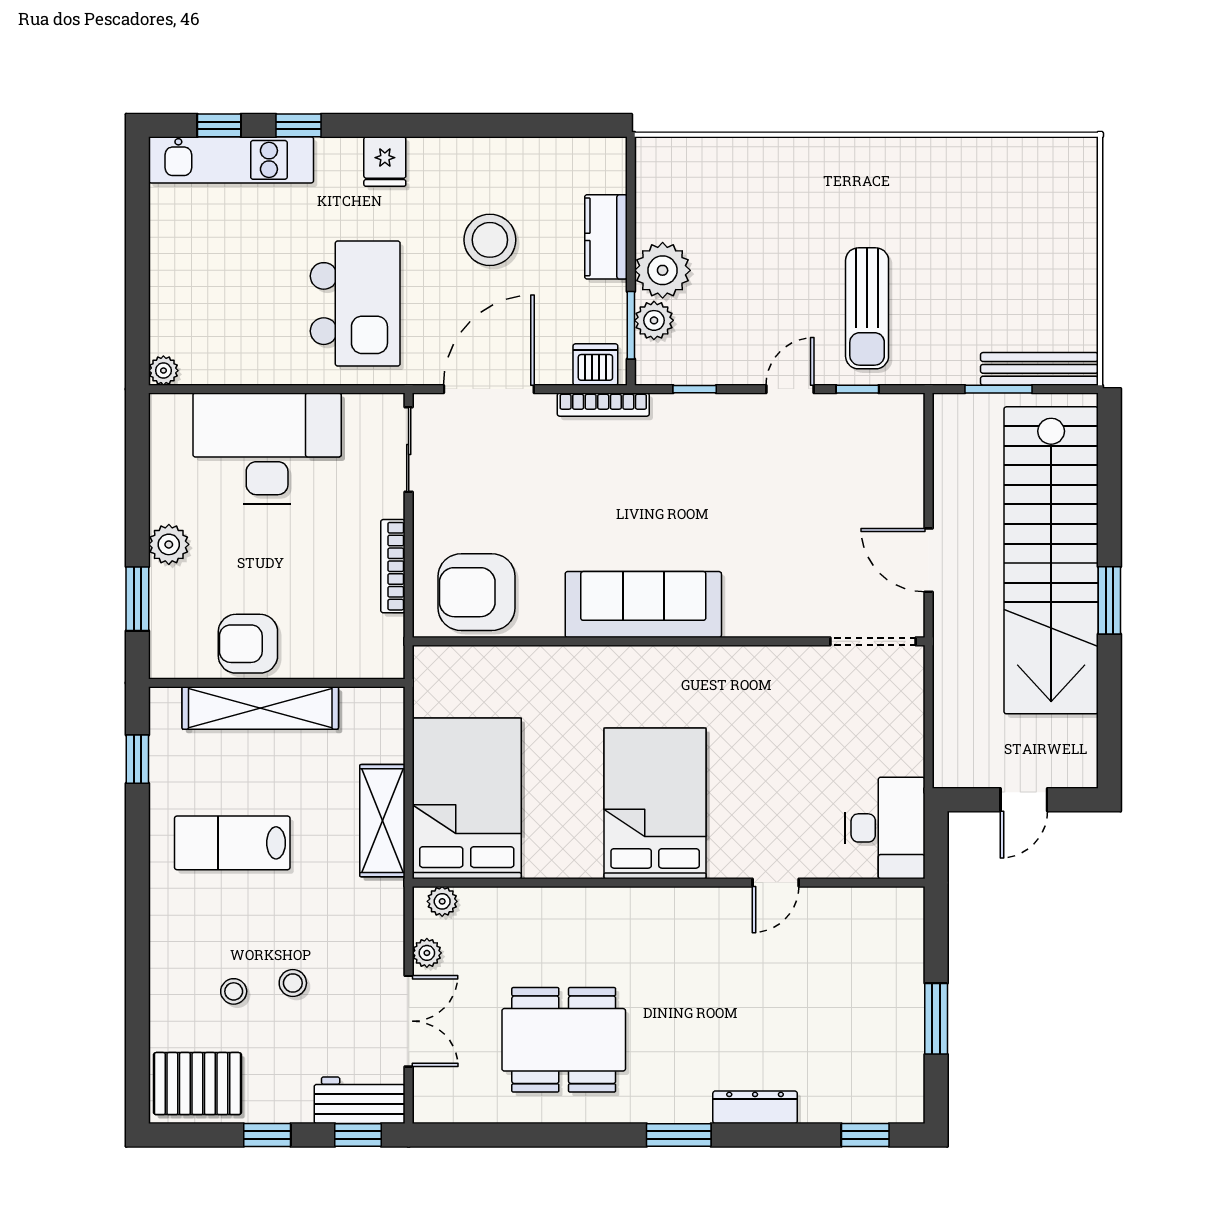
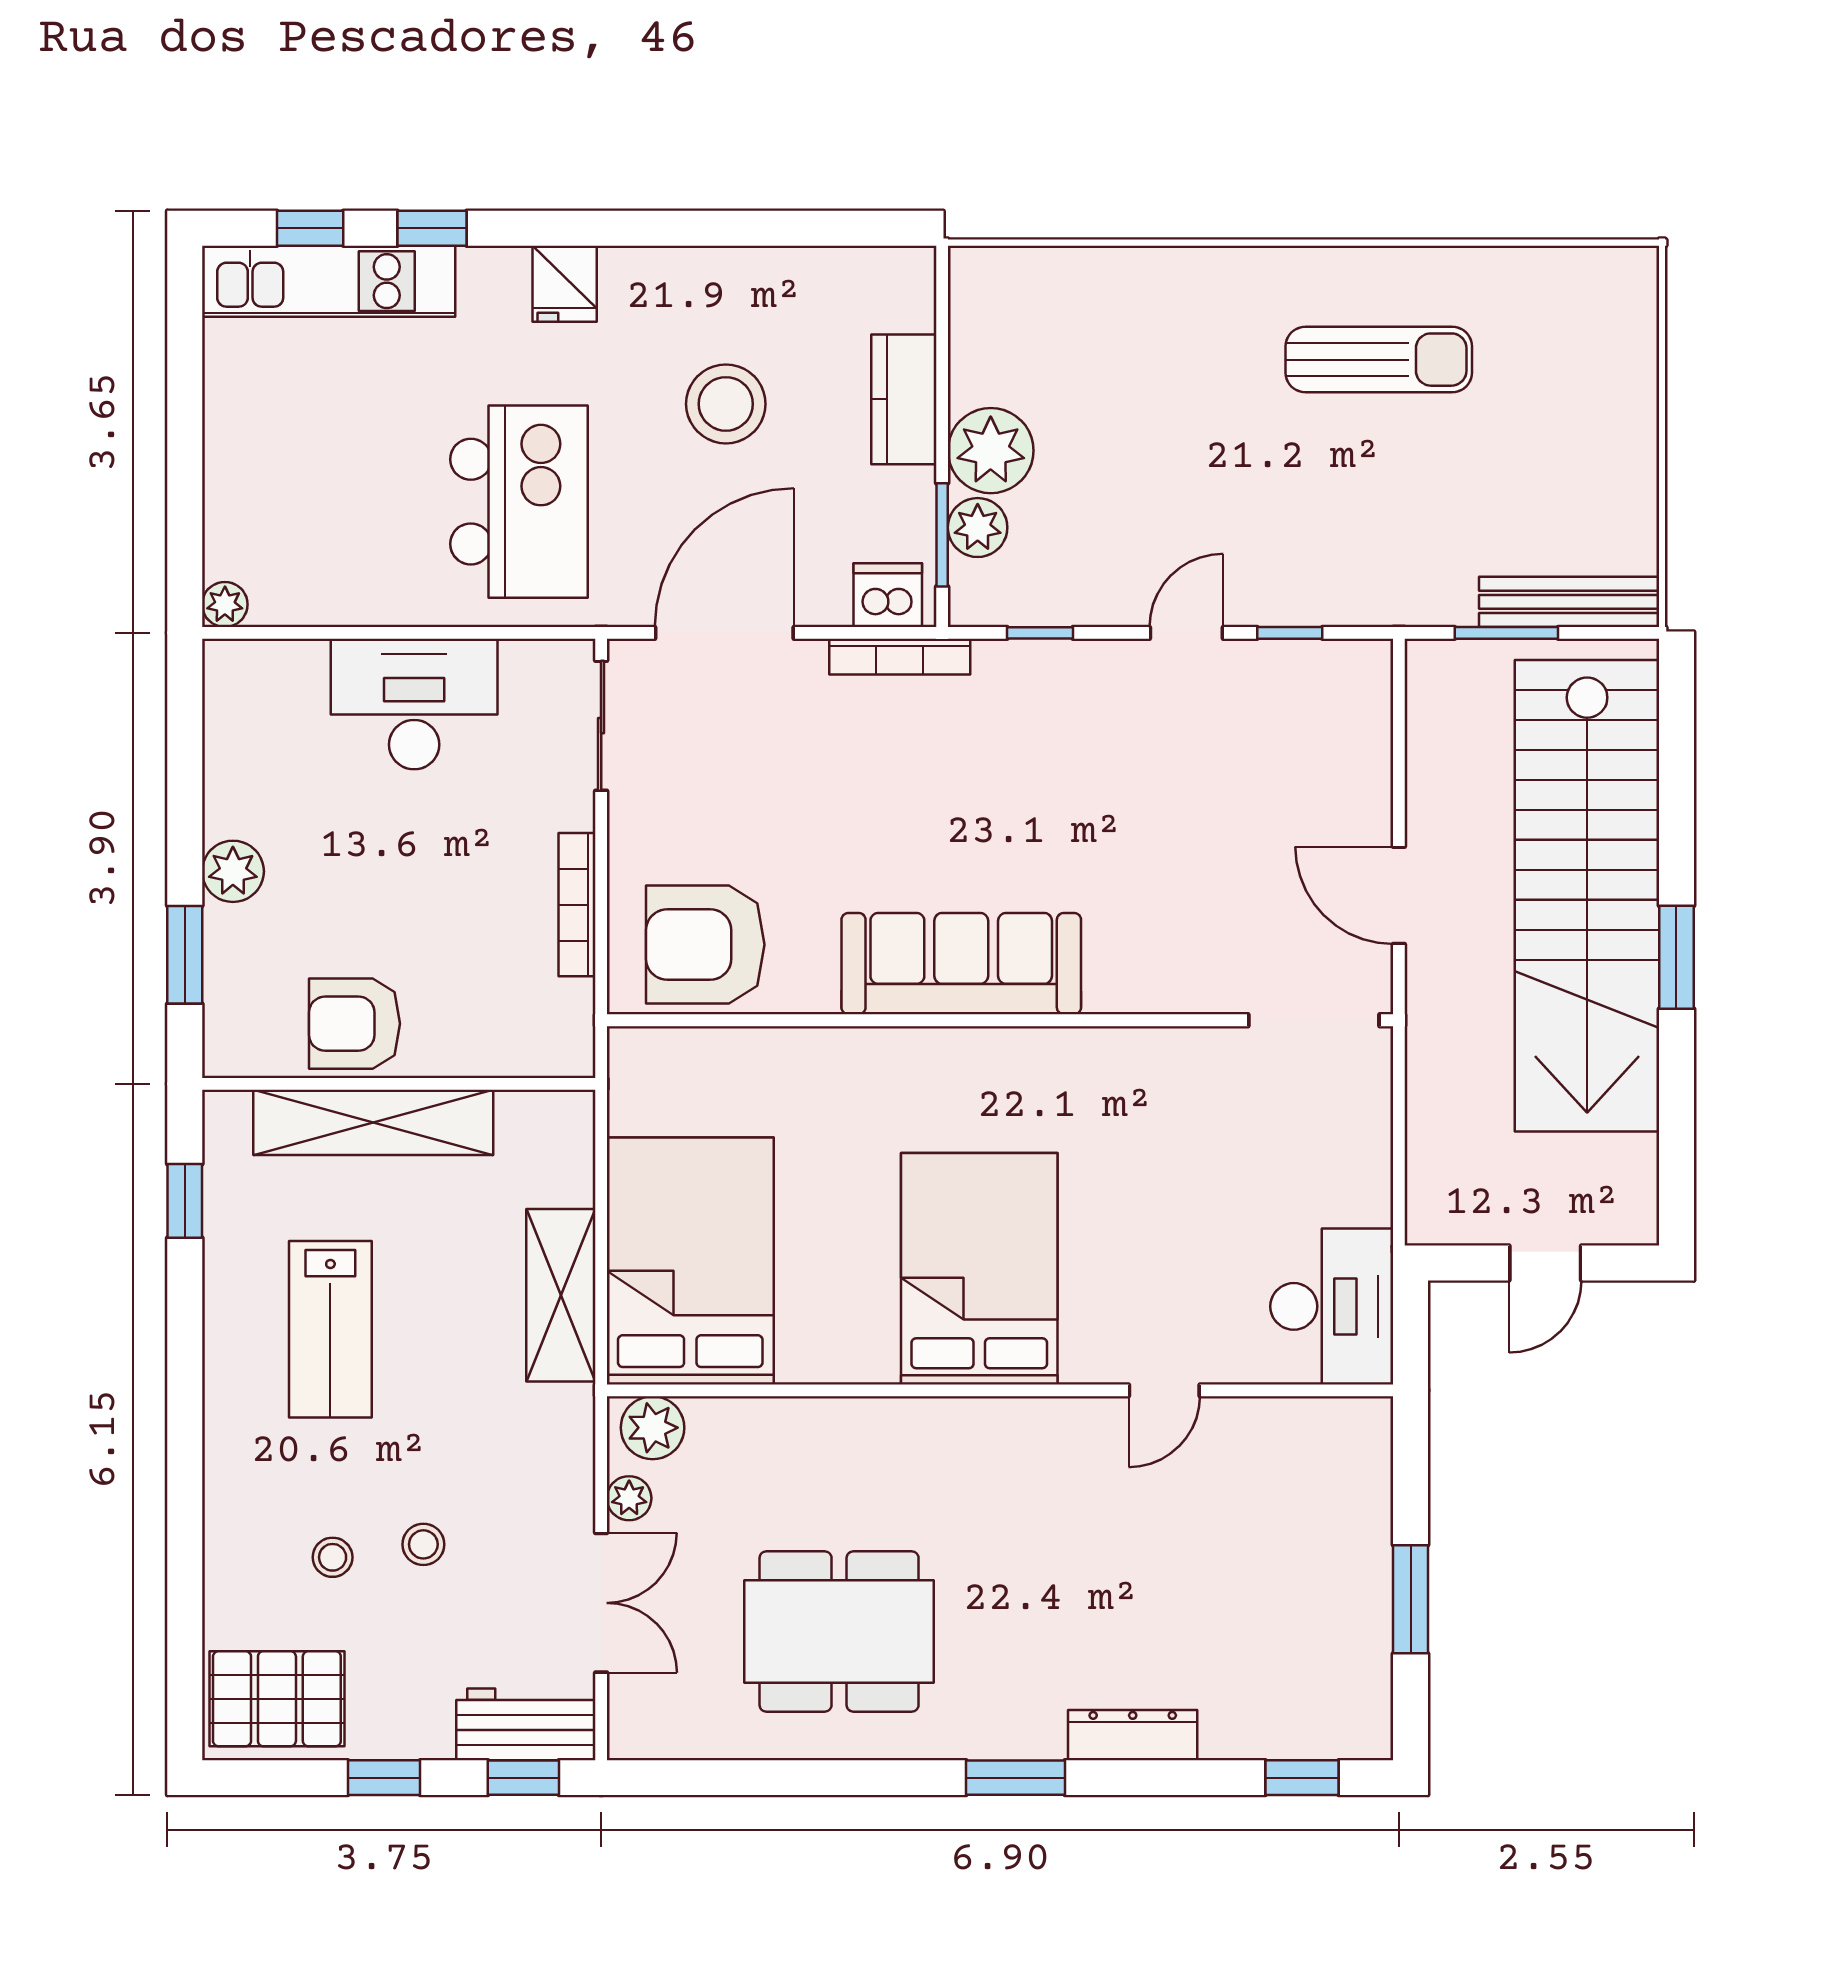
sun lounger: (867, 308) -> (1379, 360), moved, turned -90
desk: (267, 448) -> (414, 704), width x0.73, depth x0.77
lab bench: (232, 843) -> (330, 1329), turned -90
plant: (442, 901) -> (653, 1428), width x1.38, depth x1.38

